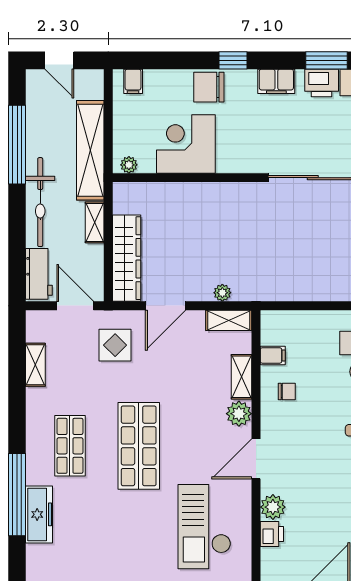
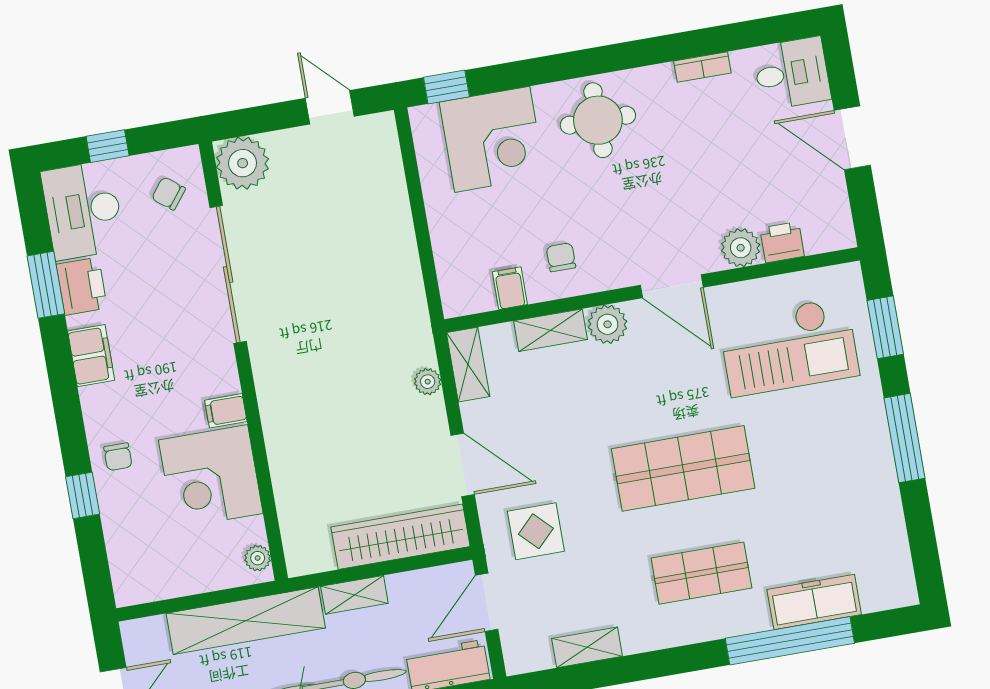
window: (233, 60) -> (83, 495), moved
filing cabinet: (133, 81) -> (226, 411), moved, turned 180
chair: (209, 87) -> (118, 457), width x0.54, depth x0.54

